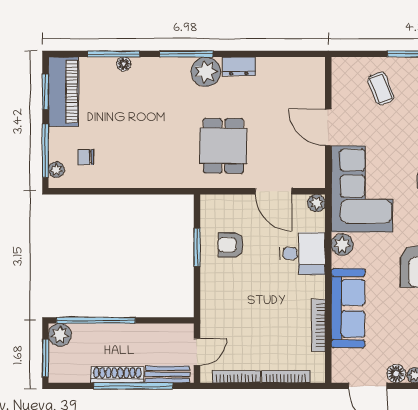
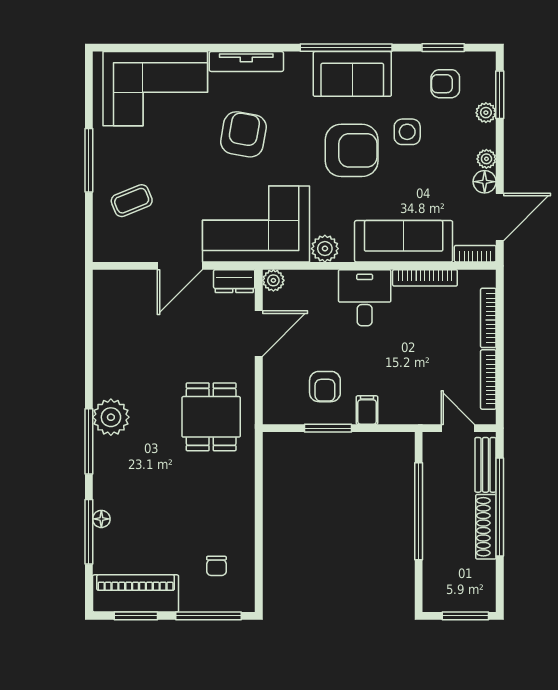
dresser: (239, 66) -> (234, 281), moved, turned 90
dining table: (223, 146) -> (211, 417), moved, turned 90
plant: (56, 170) -> (232, 602), removed
desk: (302, 253) -> (365, 298), moved
filing cabinet: (212, 279) -> (367, 410), added
window: (96, 320) -> (419, 511), moved
plant: (60, 335) -> (436, 598), removed
bookcase: (338, 366) -> (475, 254), added

